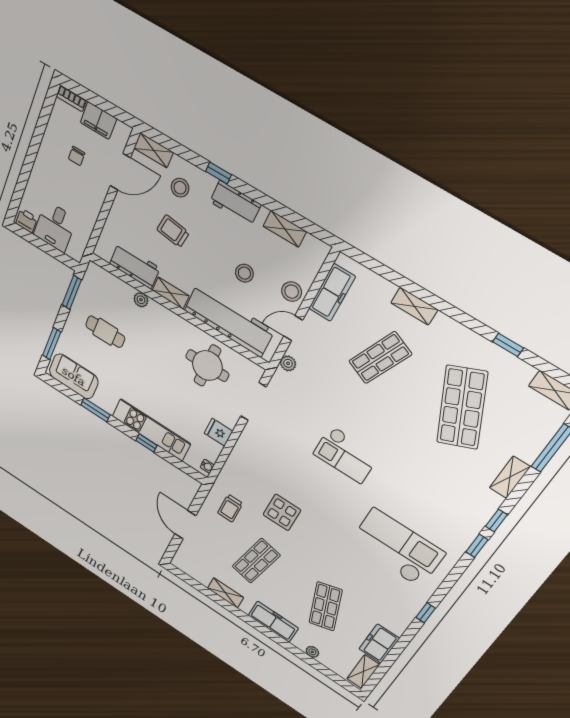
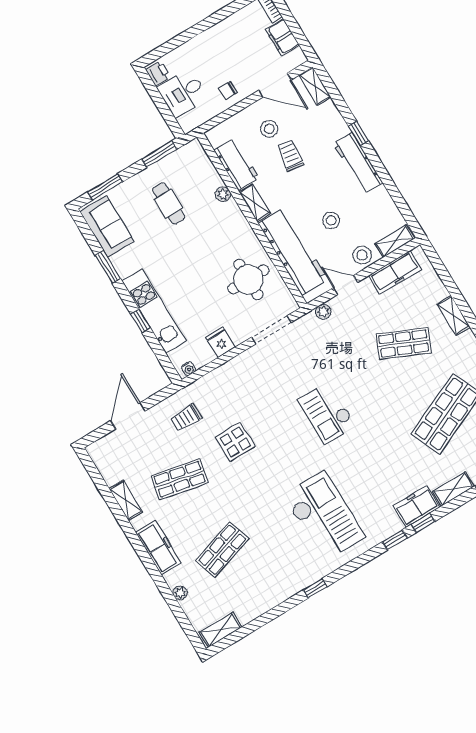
chair: (77, 156) -> (228, 91), moved
stool: (180, 188) -> (269, 129), moved
workbench: (235, 203) -> (358, 163), width x1.37
shelving: (285, 229) -> (395, 241), moved, turned 90
freezer: (379, 644) -> (417, 506), moved

